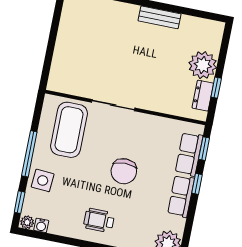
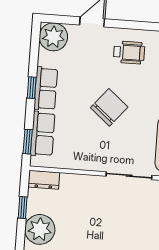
dresser: (203, 96) -> (44, 180), moved, turned 90
chair: (124, 171) -> (109, 107), turned 40
window: (197, 184) -> (32, 88), moved

